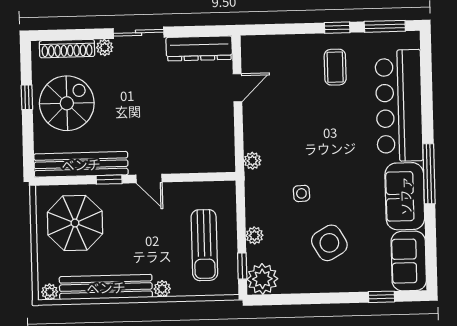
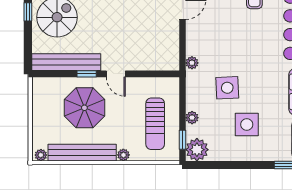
side table: (301, 193) -> (227, 88), width x1.87, depth x1.87
parasol: (75, 223) -> (84, 108), moved
side table: (329, 243) -> (247, 124), turned 30

